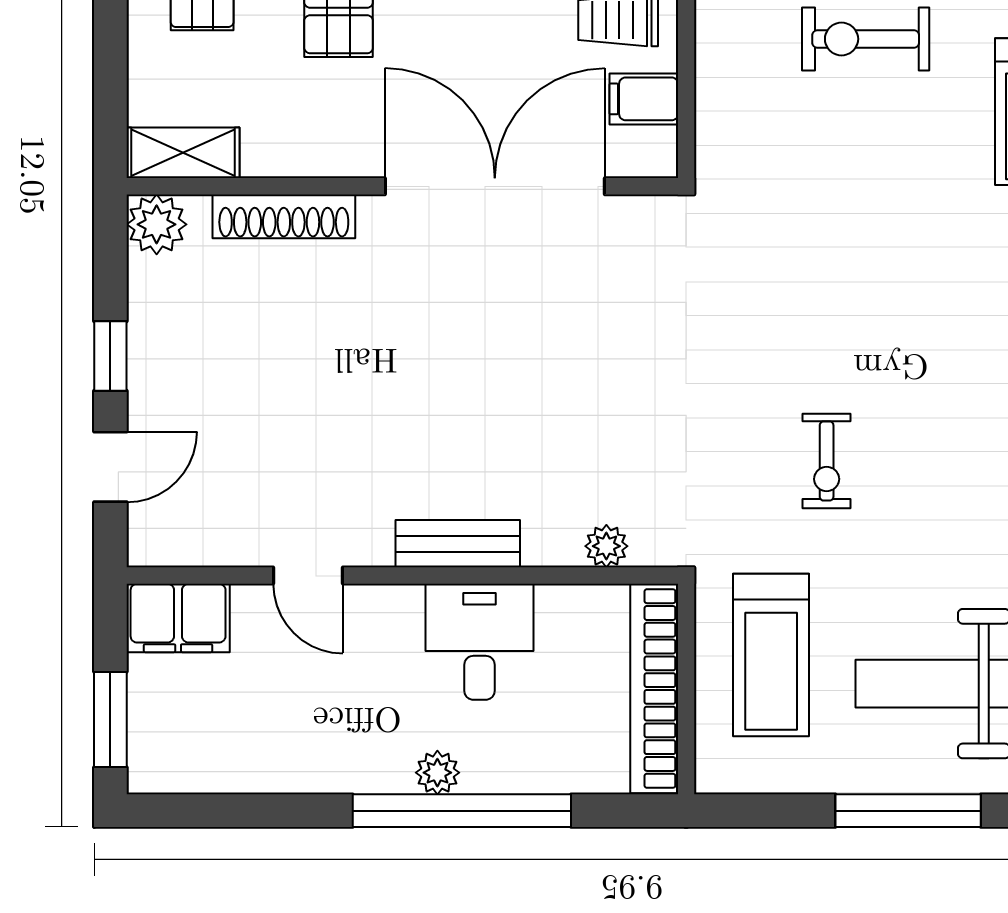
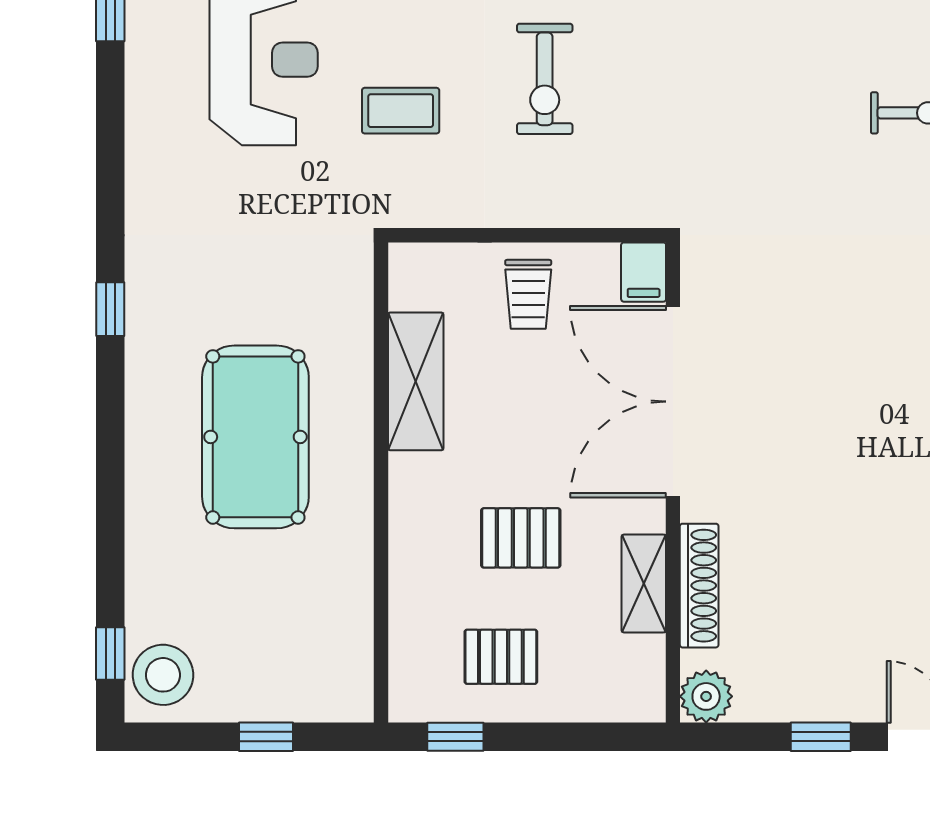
filing cabinet: (644, 99) -> (644, 272), moved
shelving: (183, 153) -> (644, 584), moved

